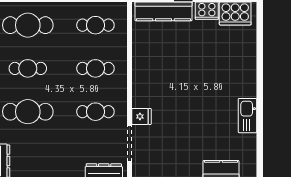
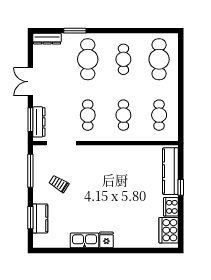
fridge: (141, 116) -> (106, 240), moved, turned 180
trolley: (179, 147) -> (59, 184), added

